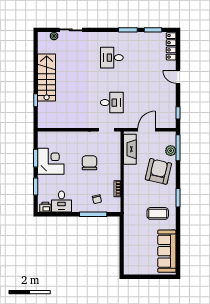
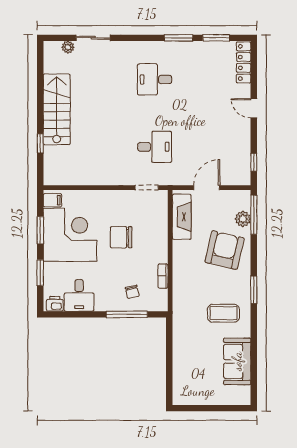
filing cabinet: (44, 138) -> (52, 200), added
corner desk: (51, 161) -> (70, 235), width x1.36, depth x1.36
chair: (89, 163) -> (121, 237), turned -90
sofa: (167, 251) -> (237, 361), width x0.73

